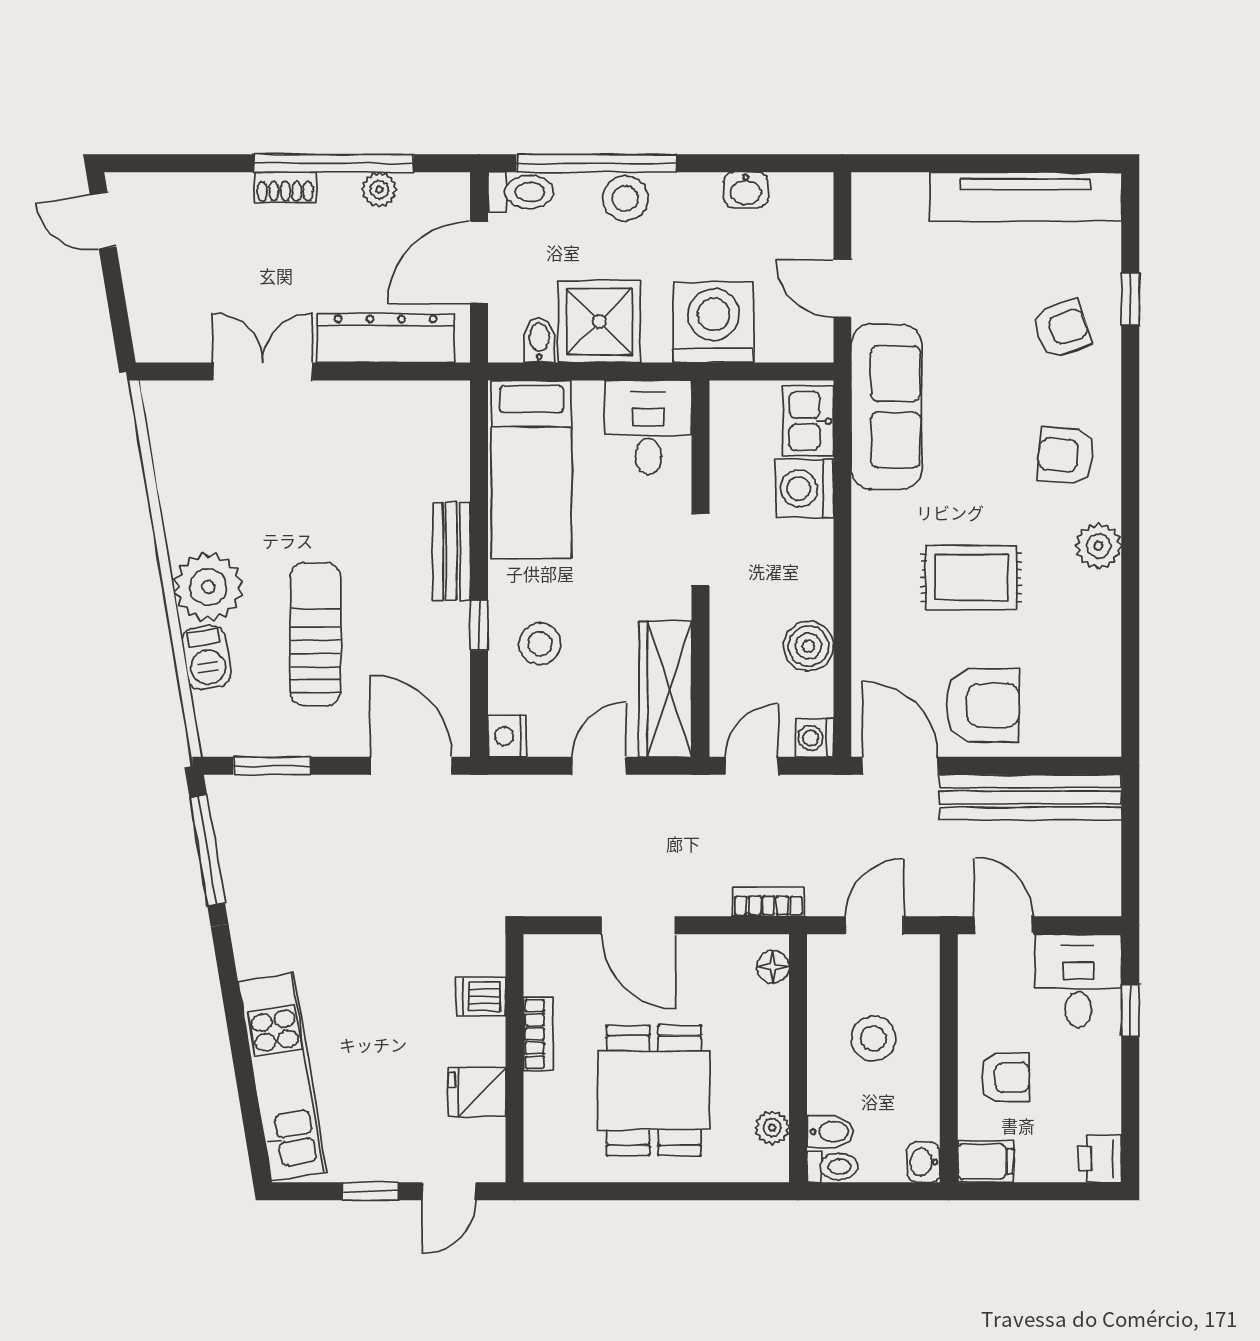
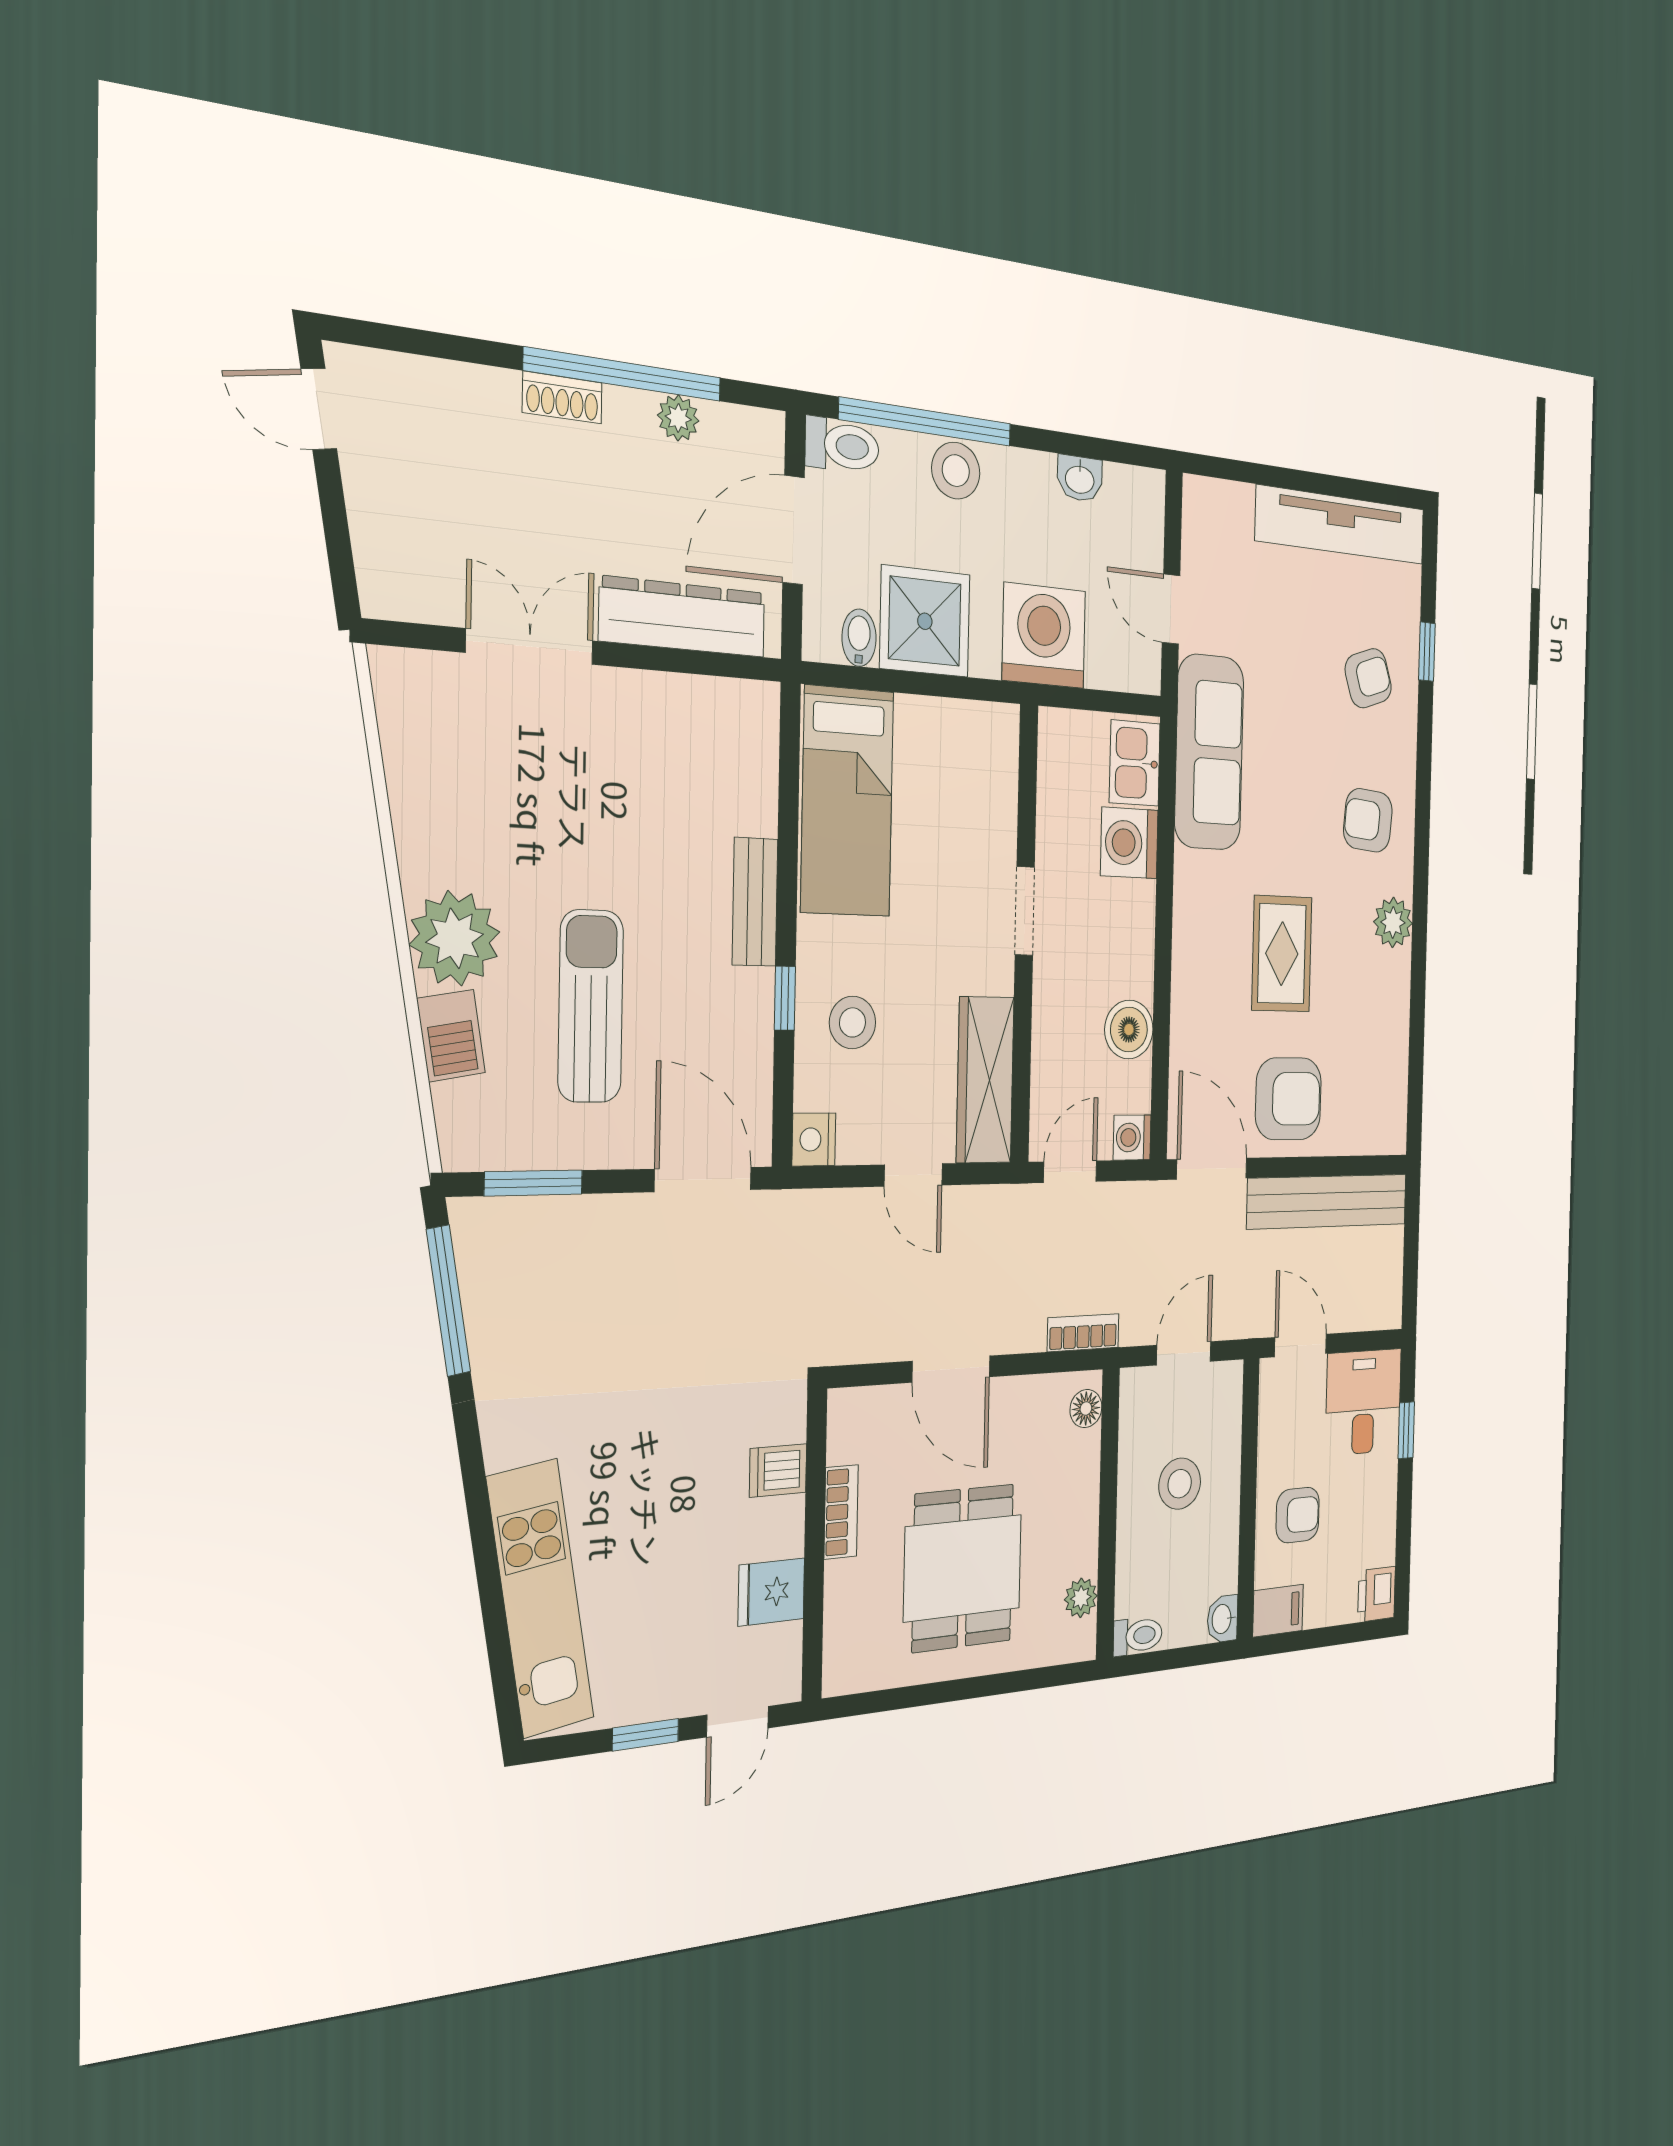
desk: (648, 427) -> (974, 758), removed
rug: (971, 578) -> (1282, 954), turned 90
door: (599, 766) -> (913, 1175), swing flipped
bidet: (830, 1132) -> (1137, 1596), removed

